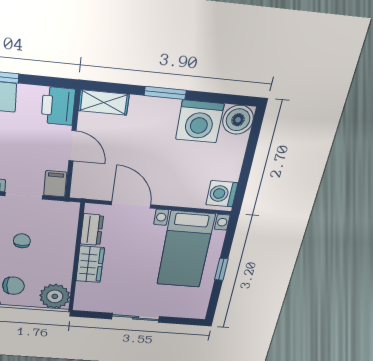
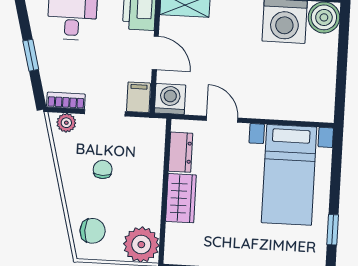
washing machine: (222, 194) -> (170, 99), moved, turned 90
door: (131, 205) -> (222, 119), width x0.73
window: (221, 269) -> (333, 230), moved

